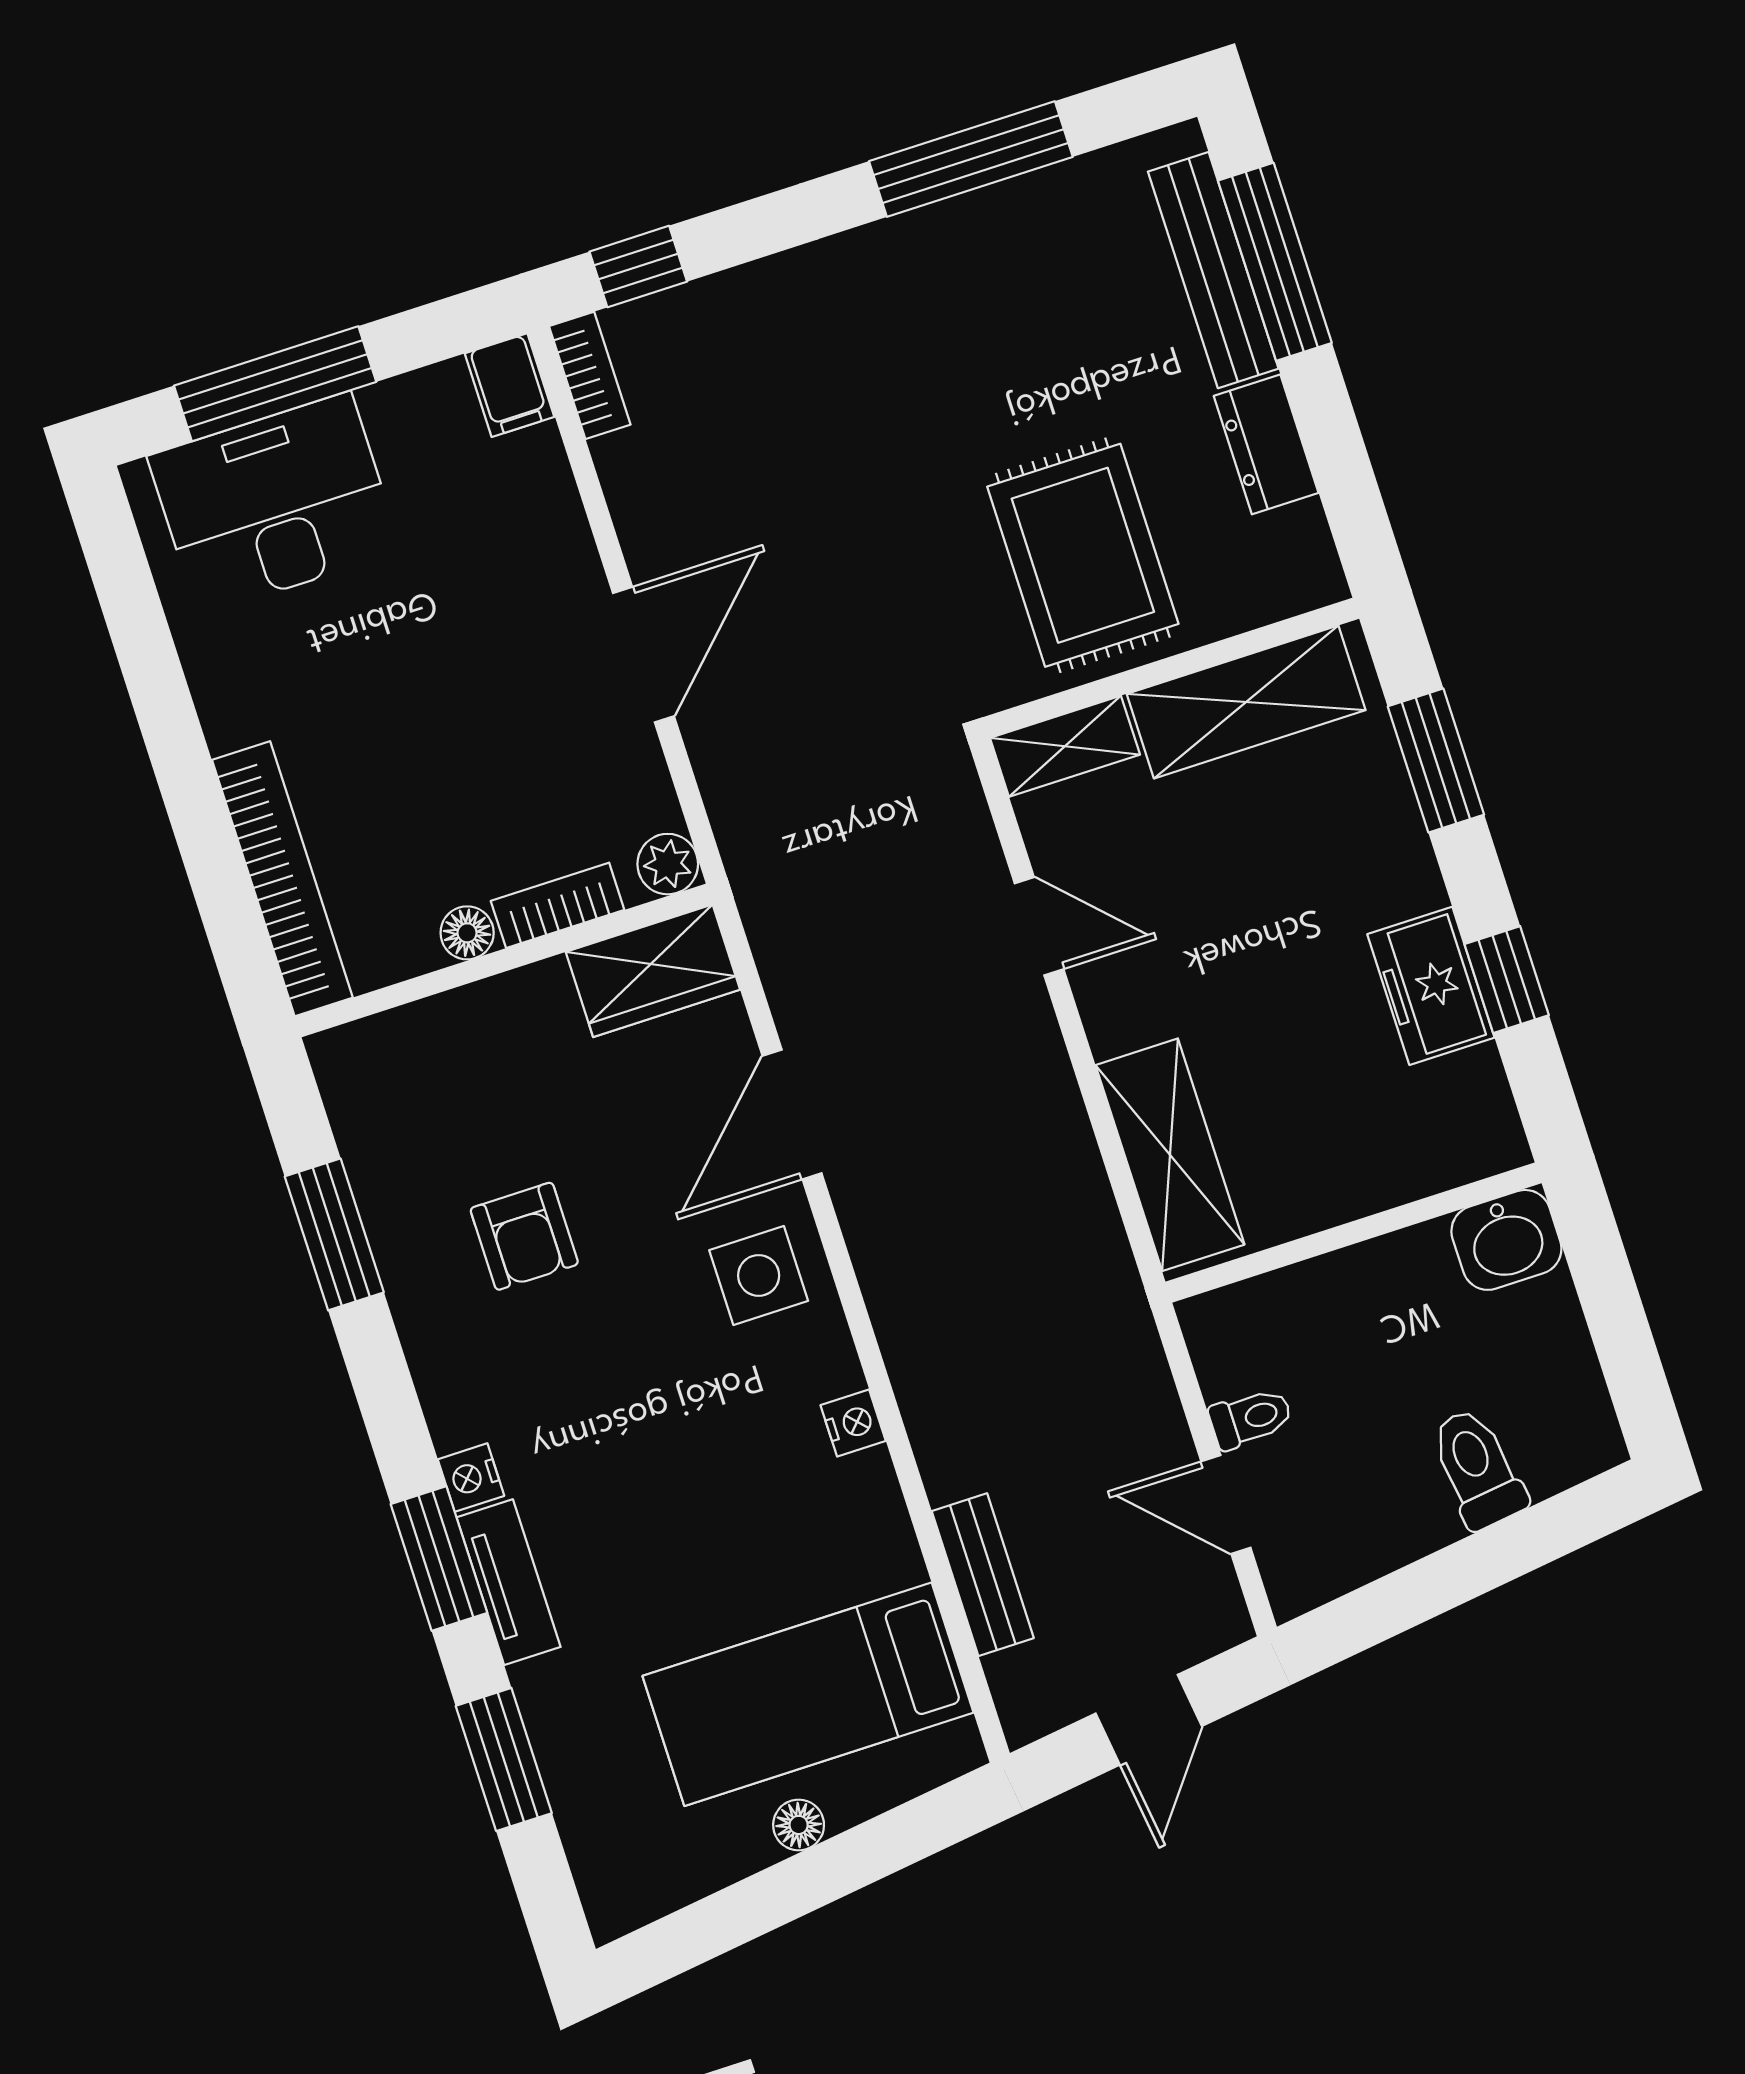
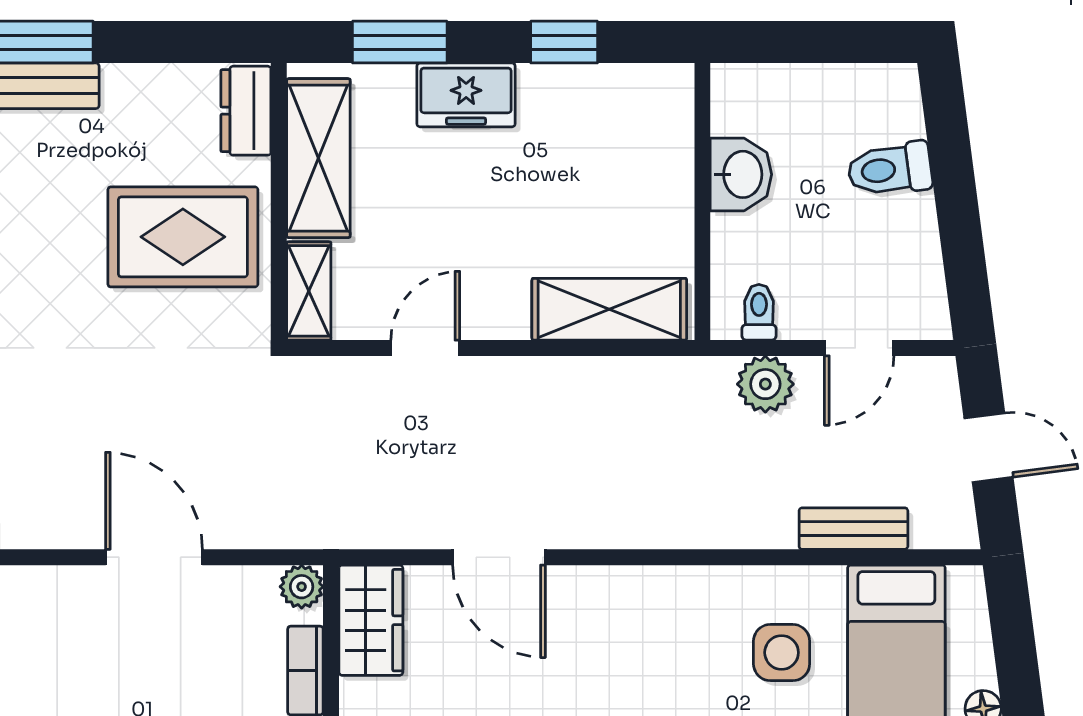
dresser: (1266, 444) -> (246, 111), moved, turned 90
freezer: (1431, 986) -> (466, 95), moved
washbasin: (1506, 1240) -> (741, 174), moved
side table: (759, 1275) -> (782, 653), moved
plant: (1137, 1395) -> (765, 384), added
toilet: (1251, 1418) -> (759, 312), moved
nightstand: (853, 1423) -> (722, 583), removed

